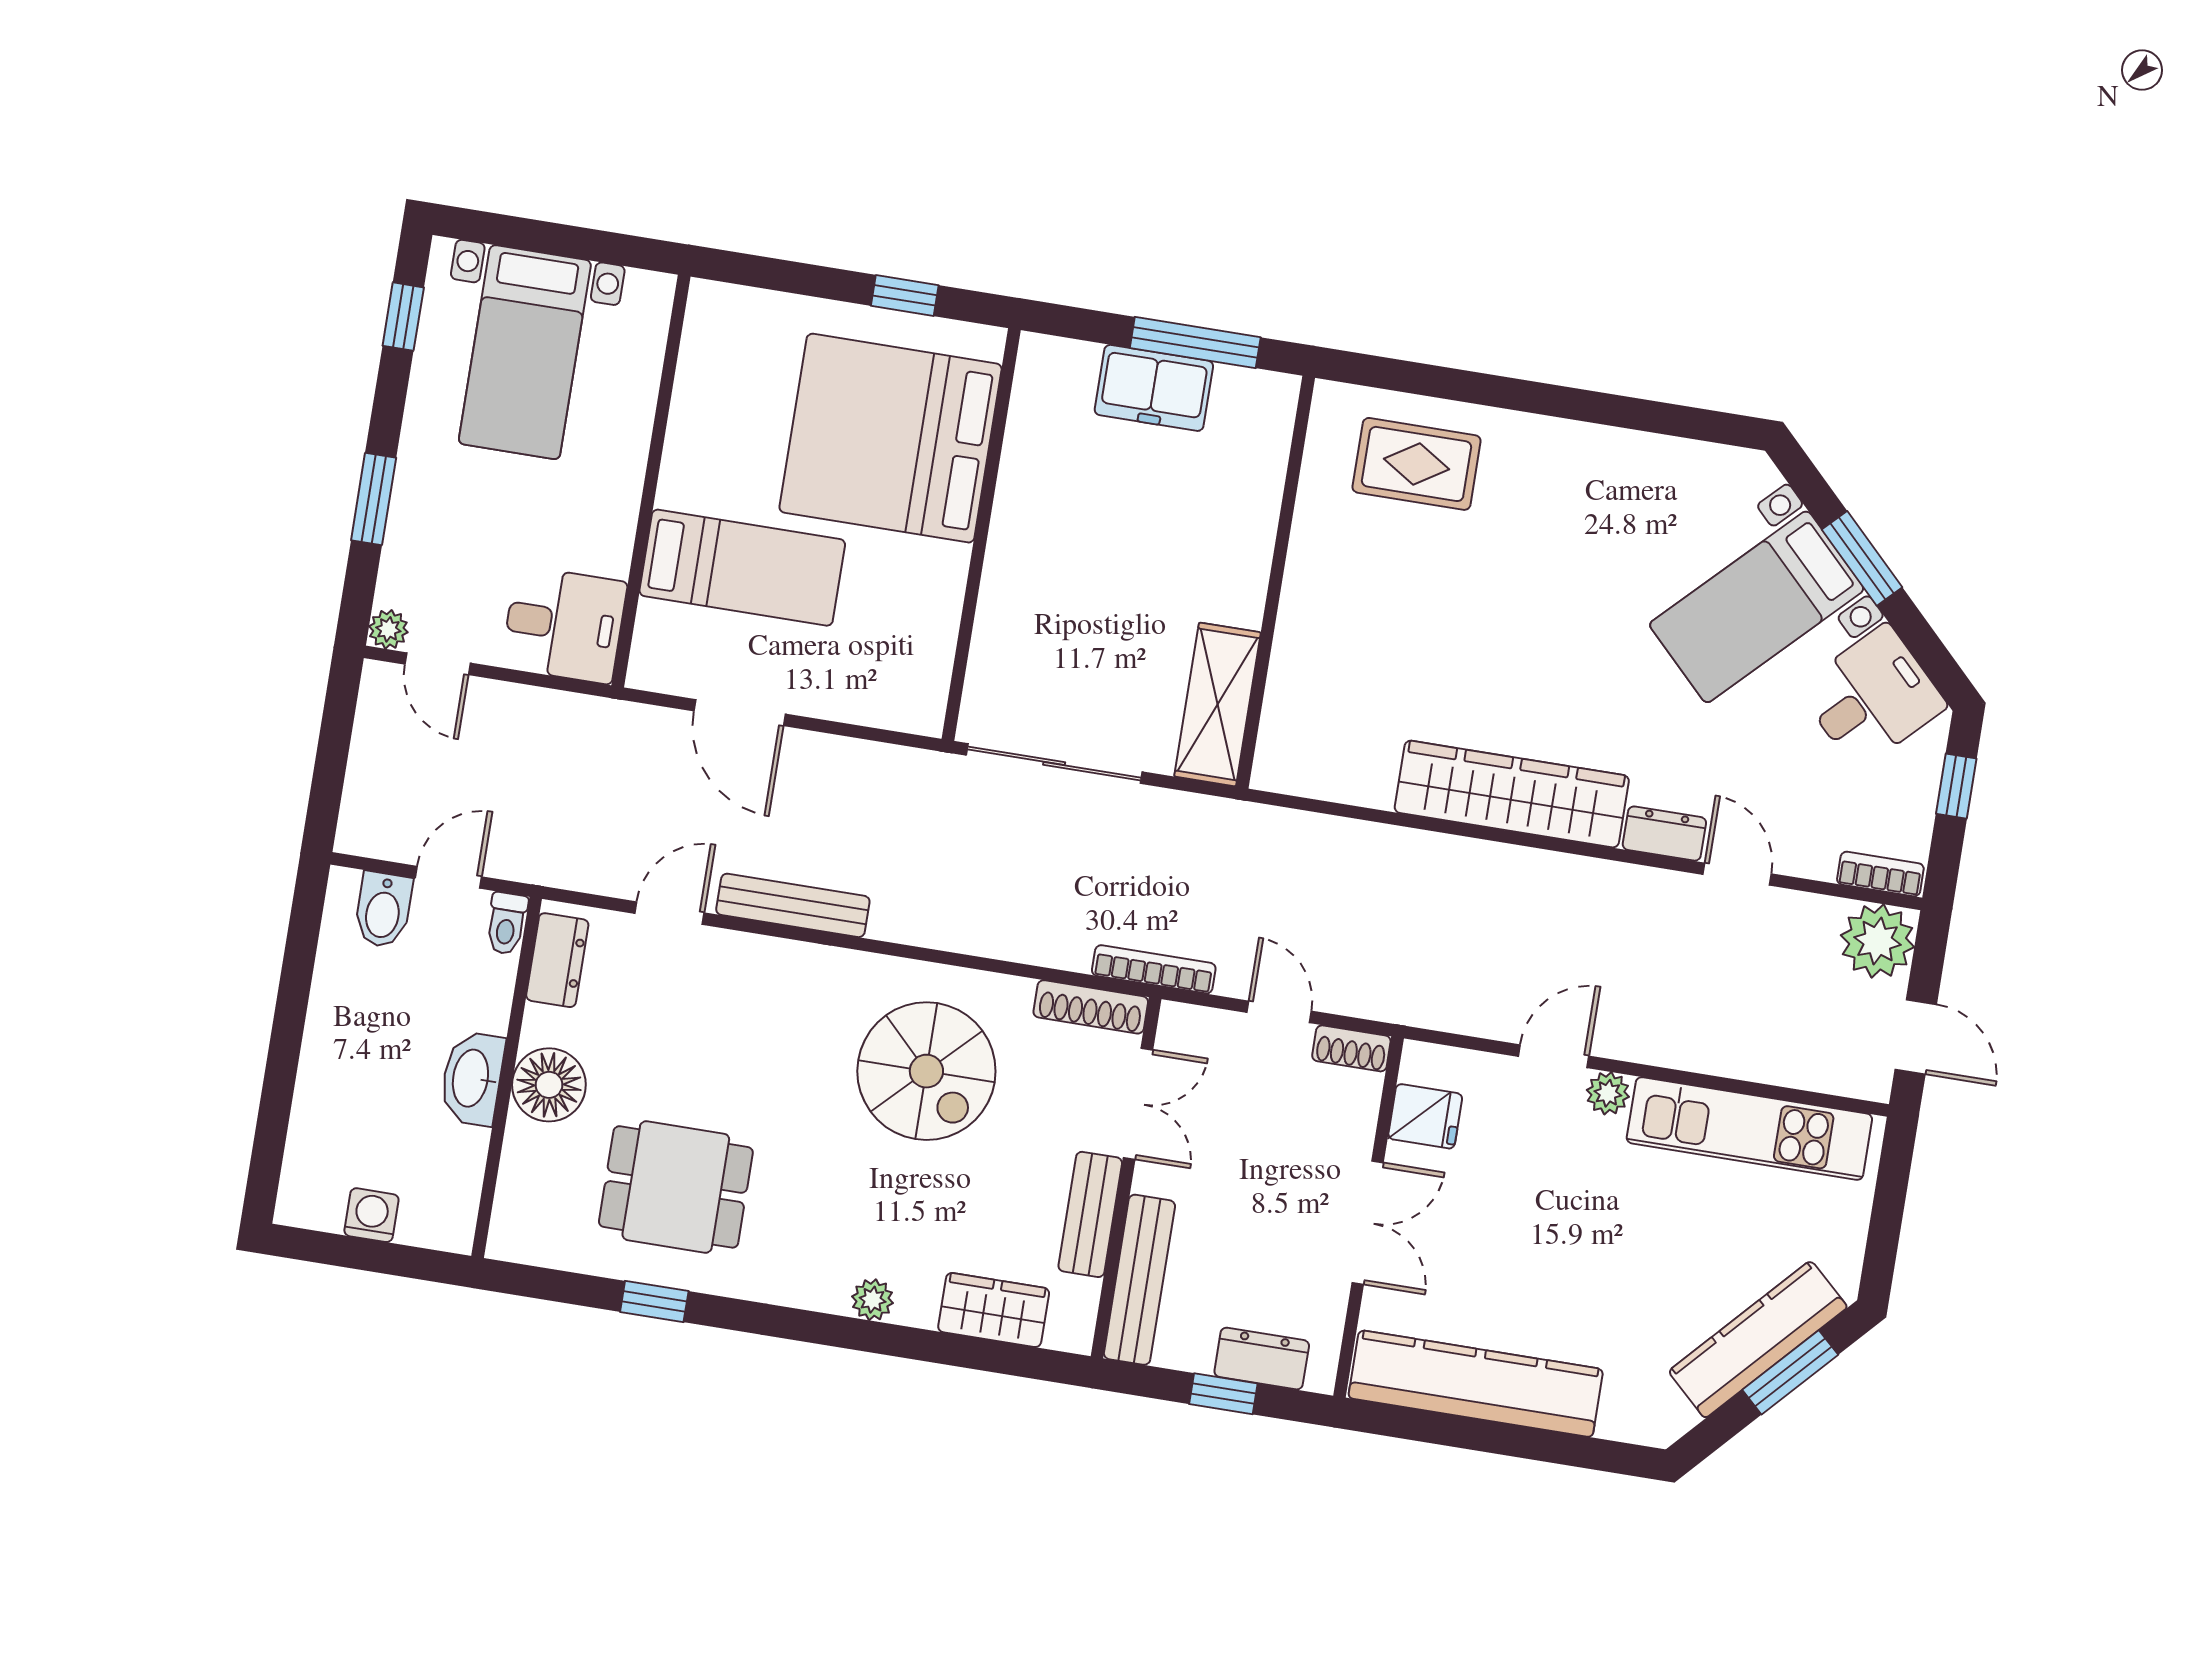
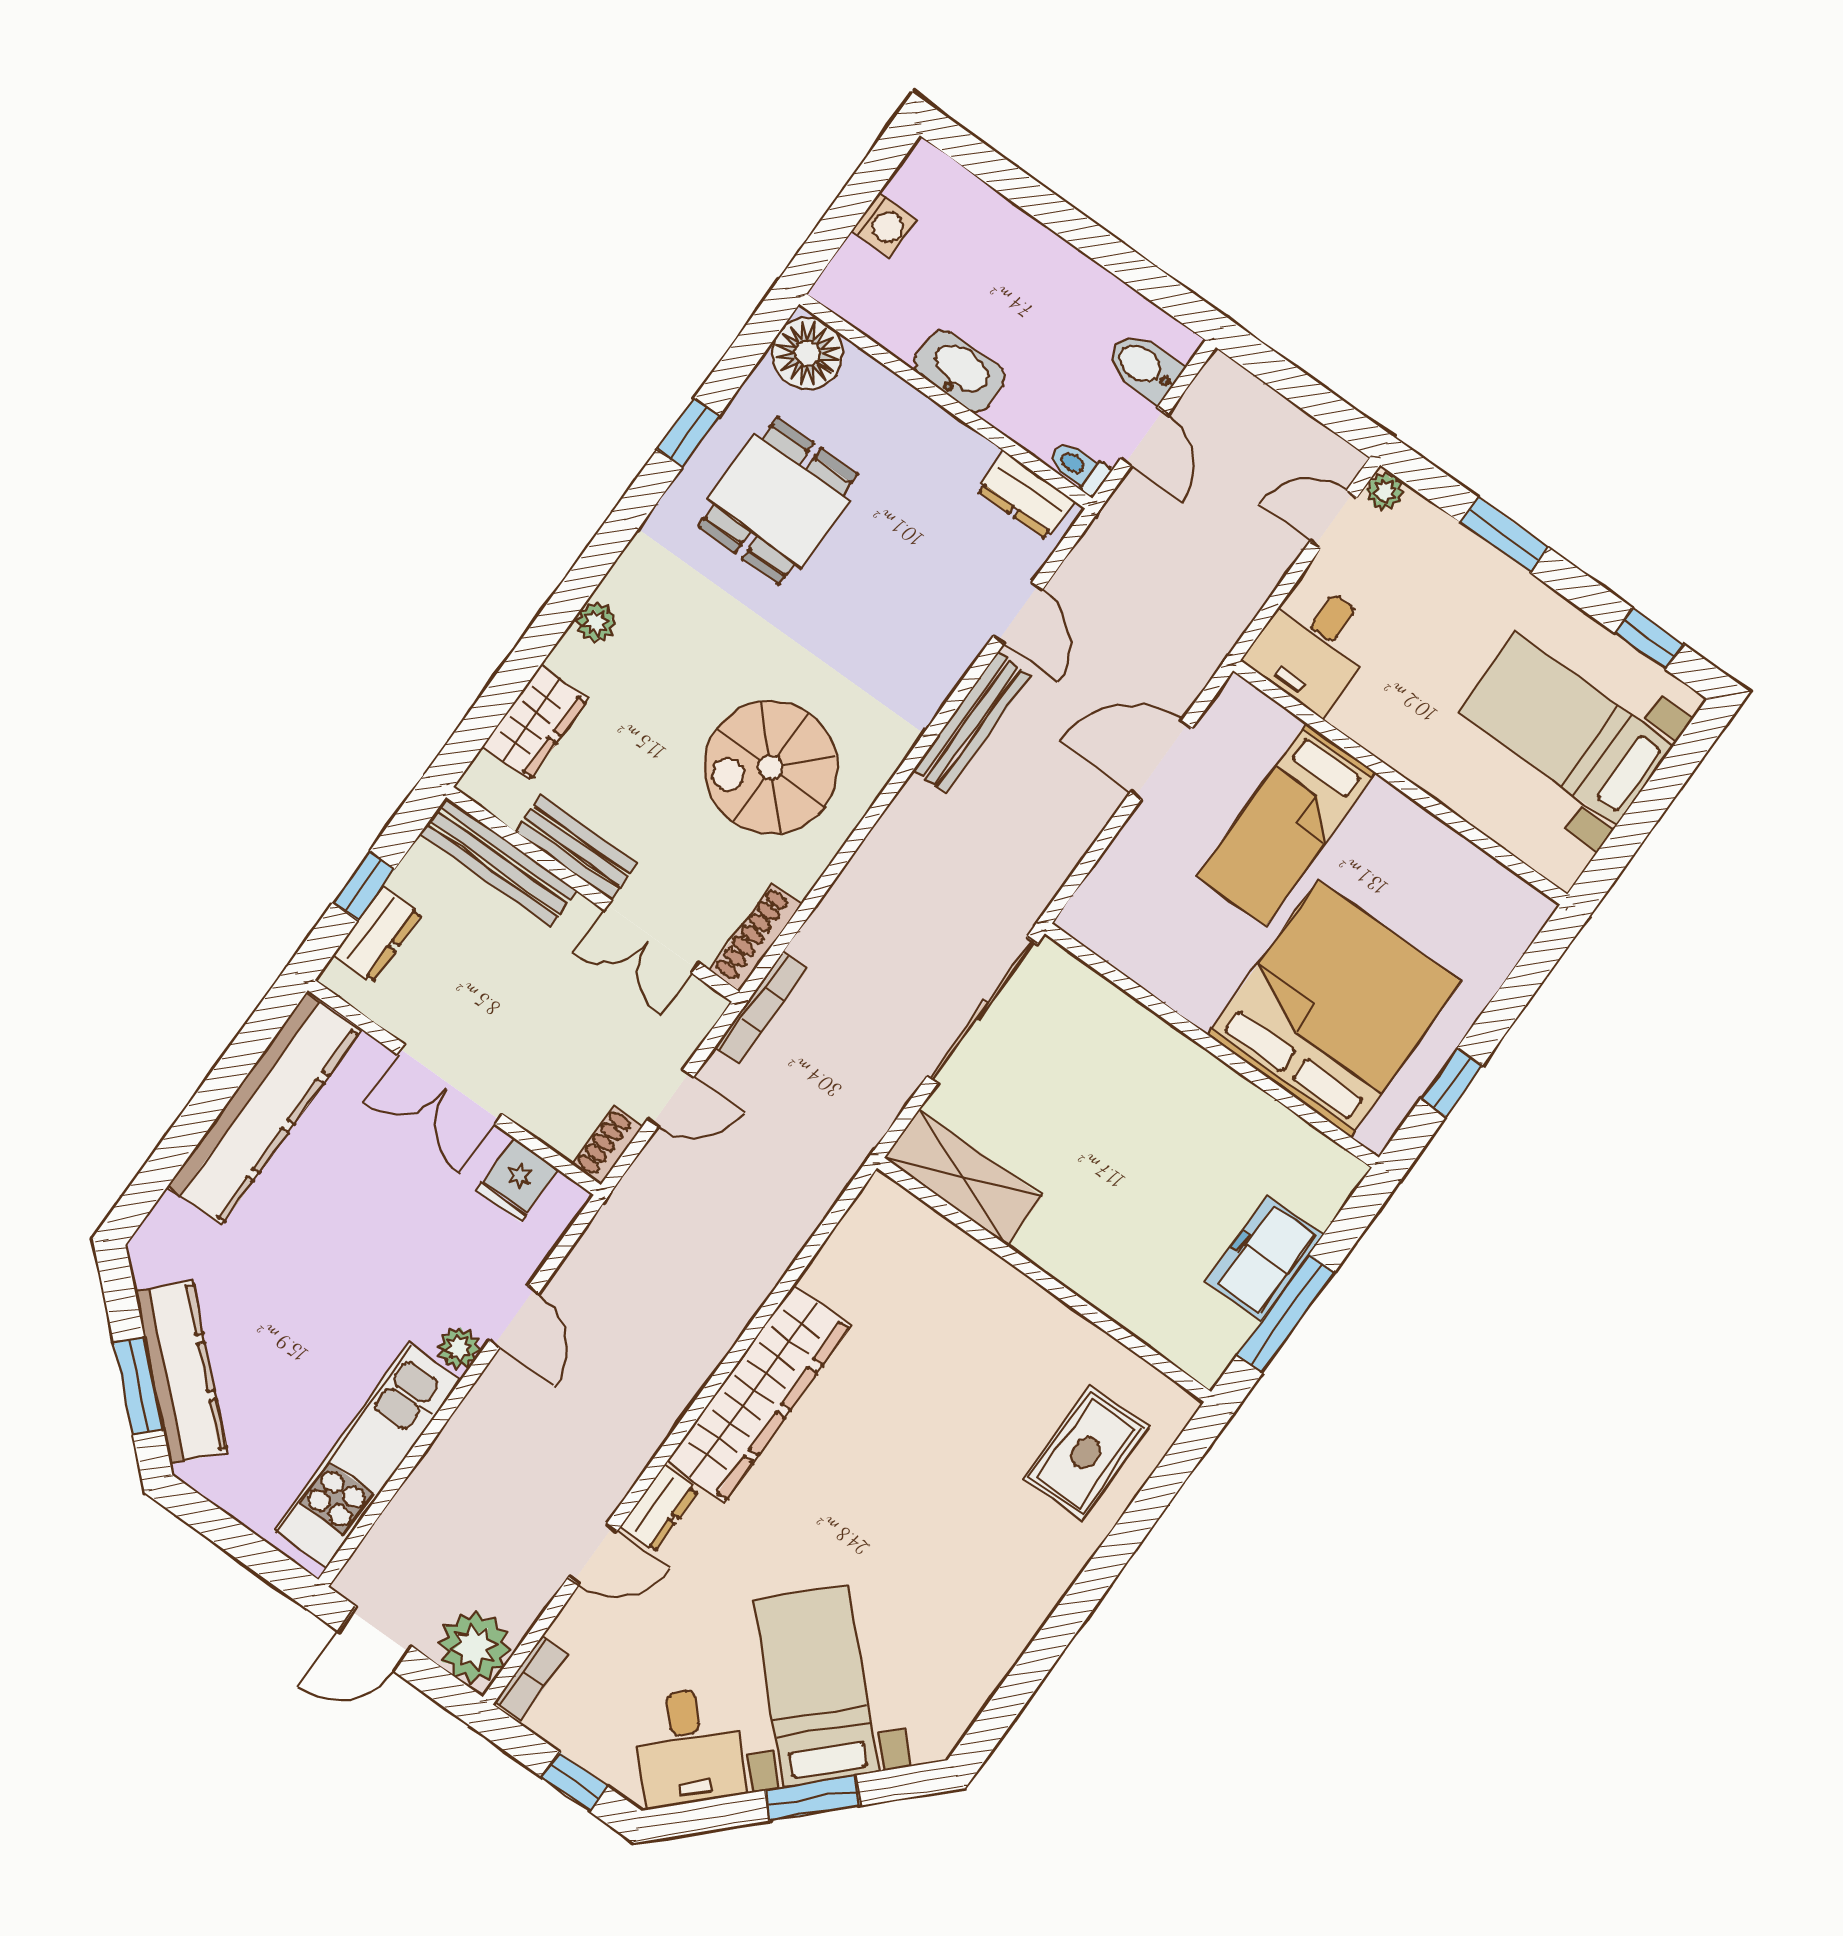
floor lamp: (549, 1085) -> (807, 353), moved

